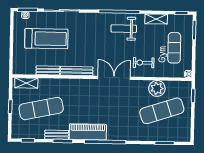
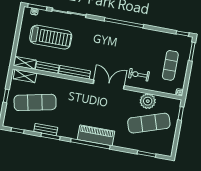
shelving: (156, 19) -> (25, 63), moved
weight bench: (124, 29) -> (125, 39), removed
piano: (88, 132) -> (96, 135), moved

